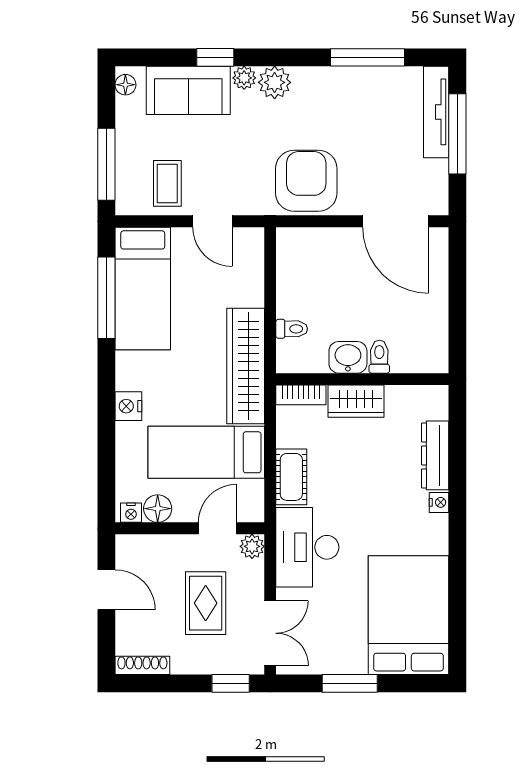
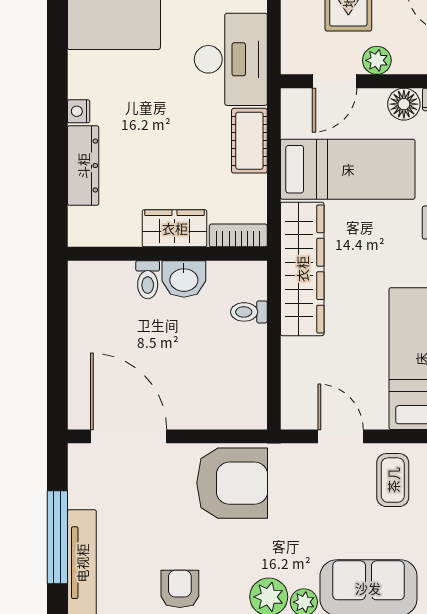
armchair: (351, 89) -> (180, 589), added
armchair: (306, 181) -> (232, 483), turned -90
plant: (252, 546) -> (377, 60), moved

